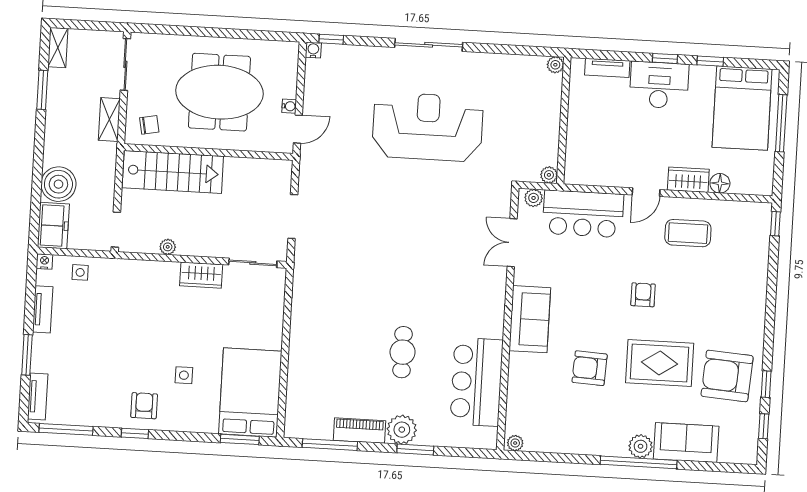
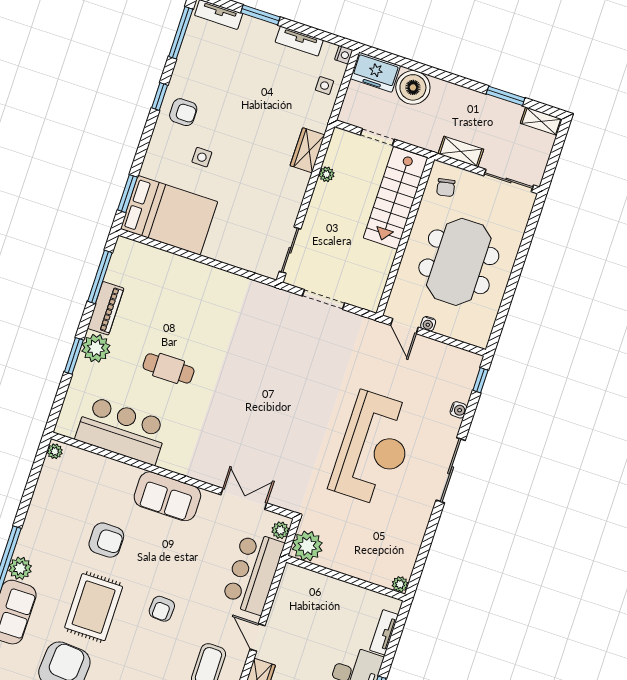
water cooler: (313, 50) -> (458, 410), moved
plant: (549, 175) -> (307, 546), width x1.88, depth x1.88
doorway: (116, 230) -> (377, 137), moved
wardrobe: (201, 275) -> (307, 150), moved
armchair: (643, 295) -> (162, 609), turned 93
armchair: (590, 368) -> (106, 540), turned 87

